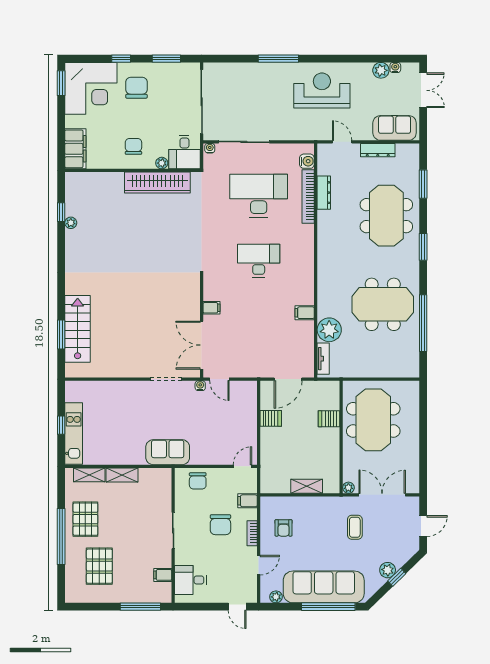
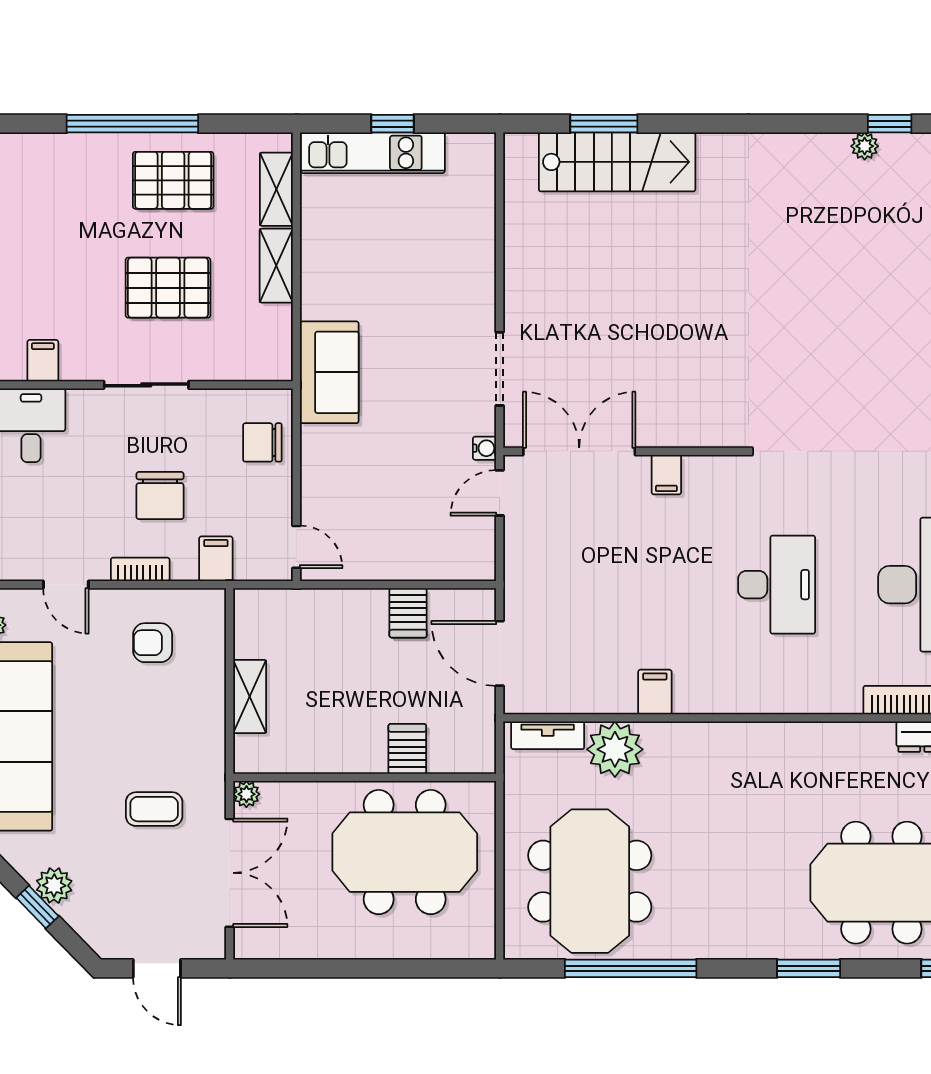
meeting table: (383, 304) -> (590, 881), moved
chair: (220, 525) -> (160, 495), turned -90
pallet: (99, 566) -> (168, 288), moved

